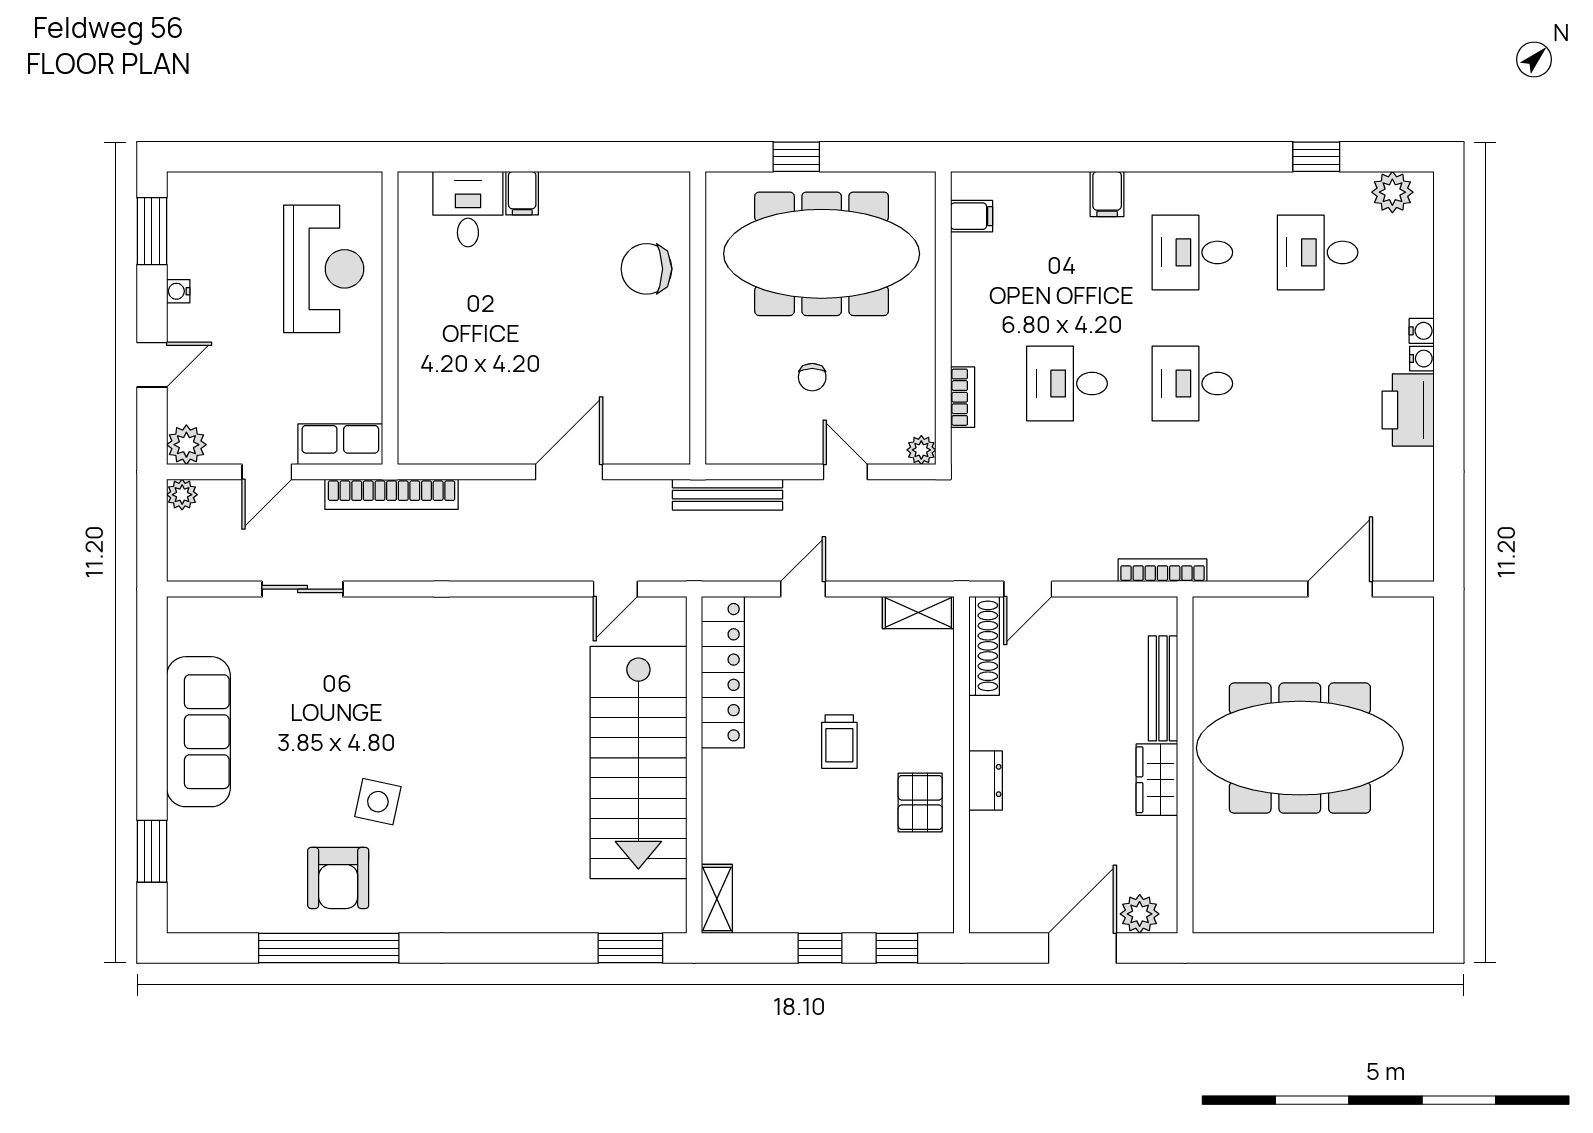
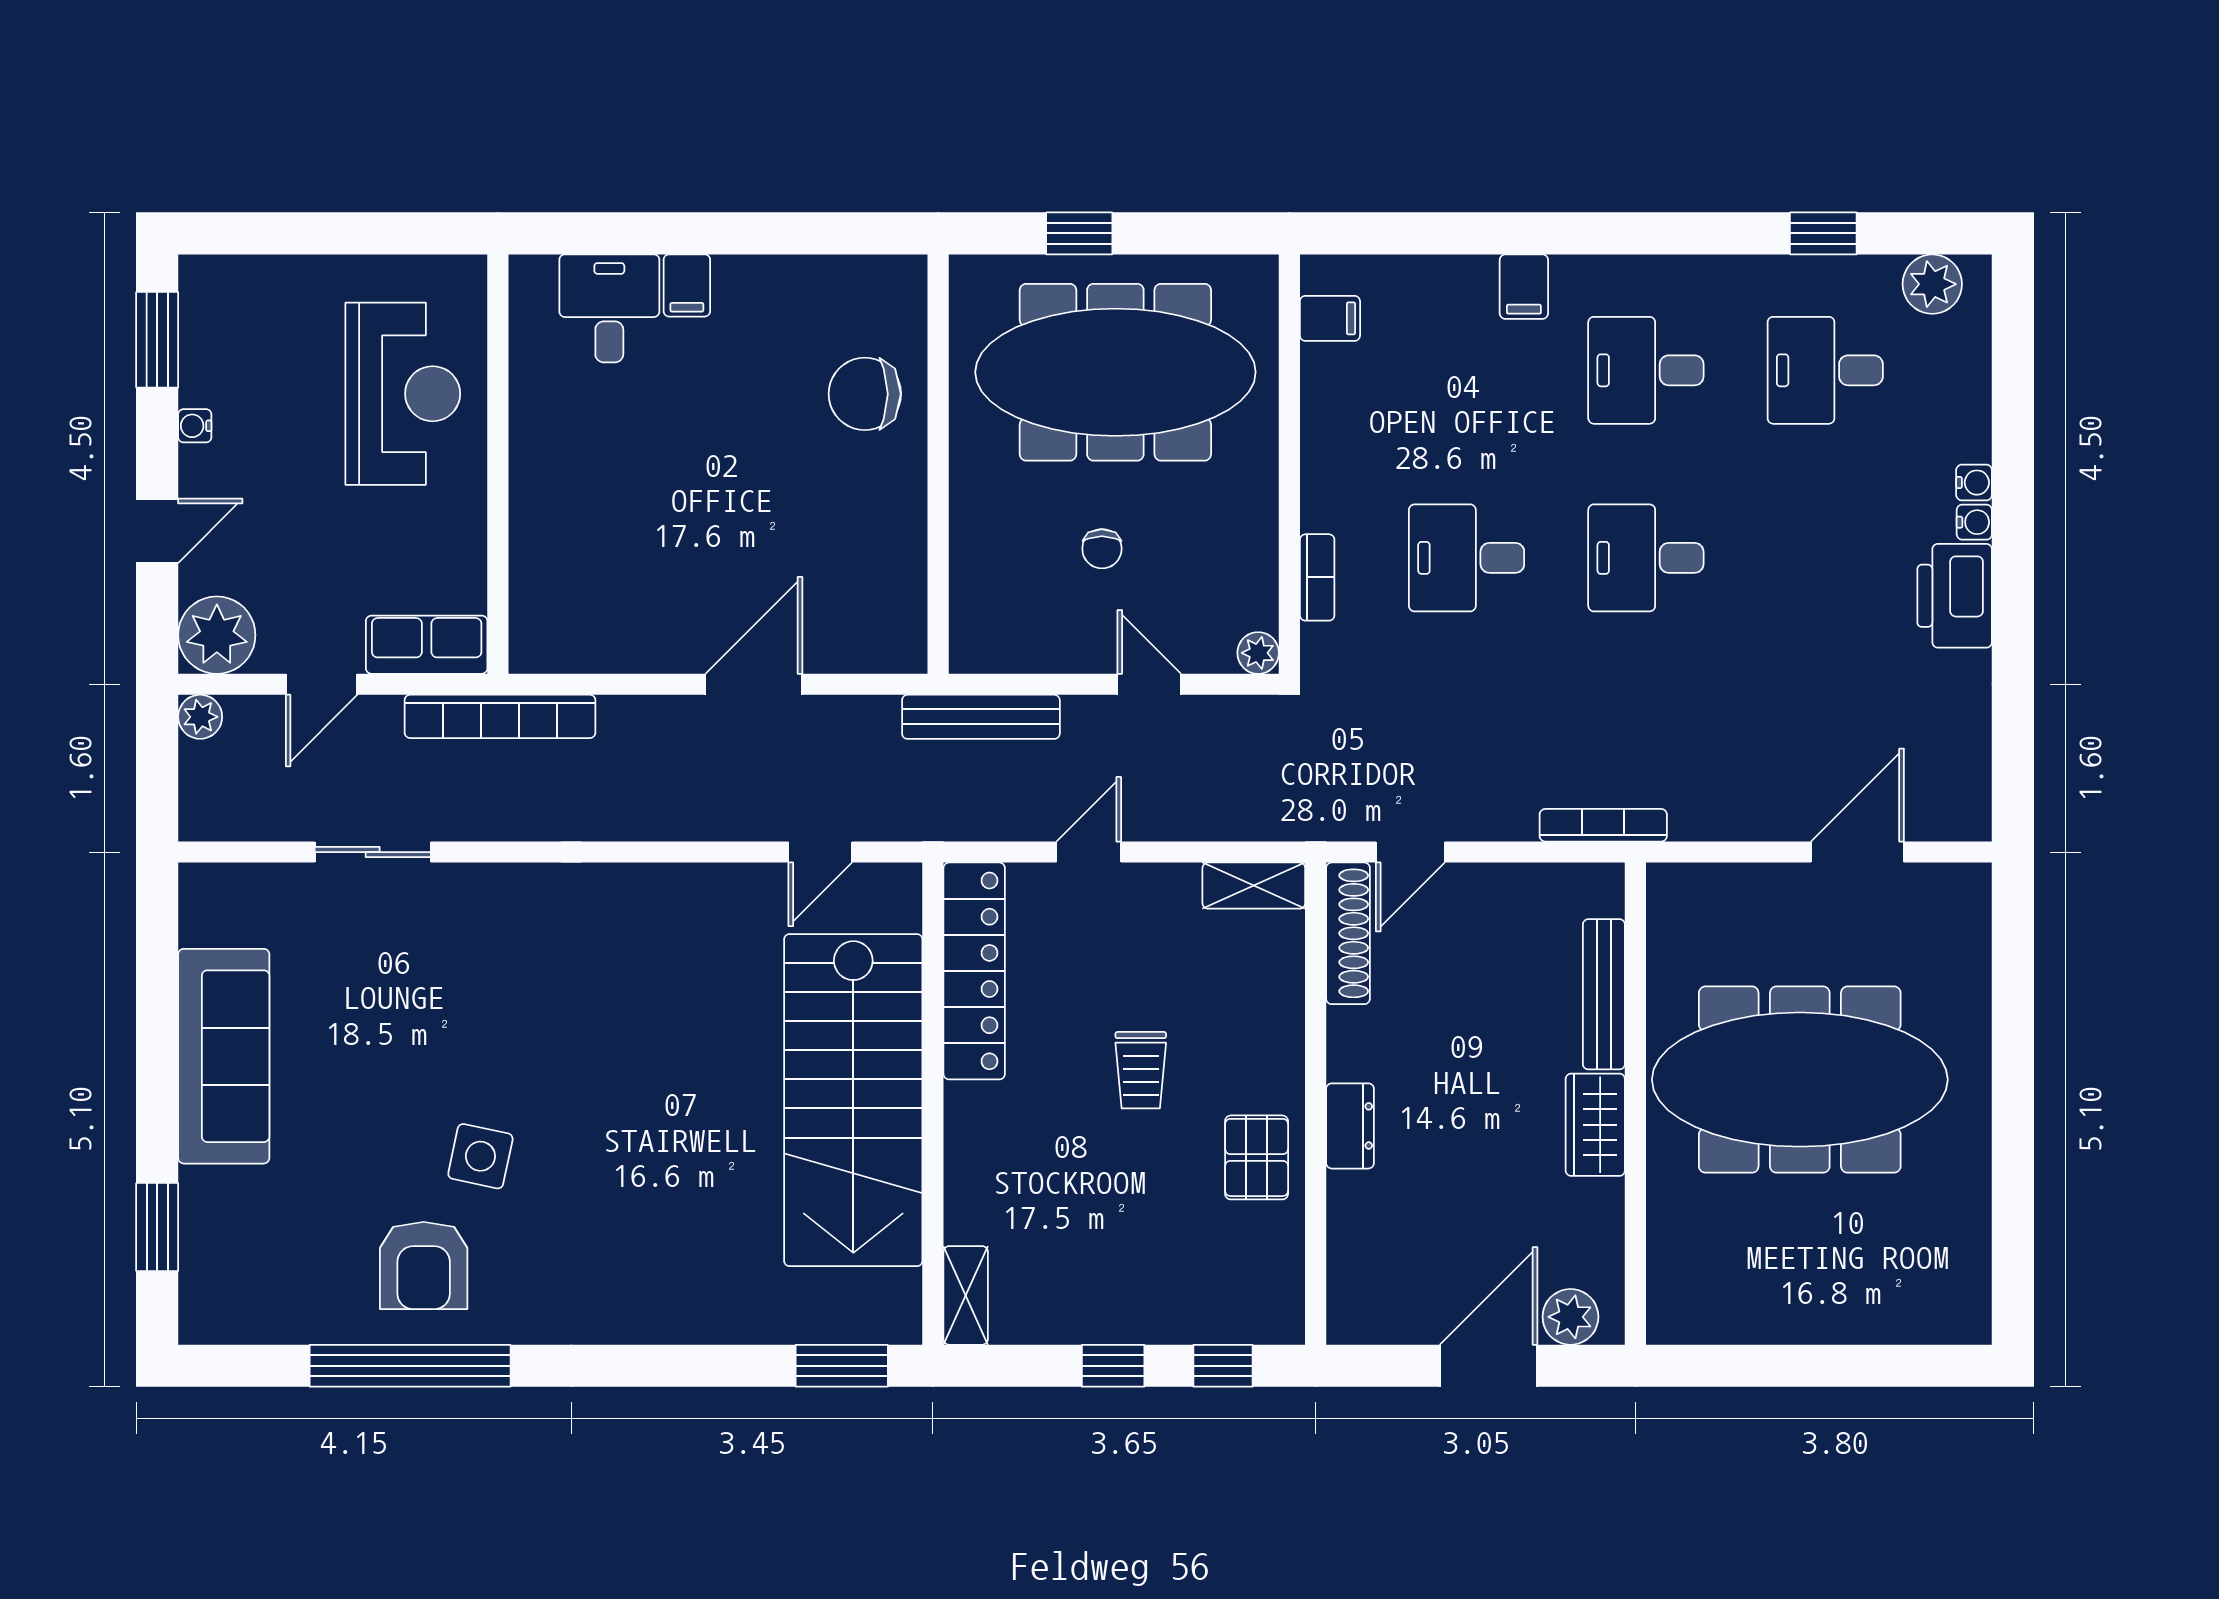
plant: (186, 445) -> (217, 635), width x1.36, depth x1.36

